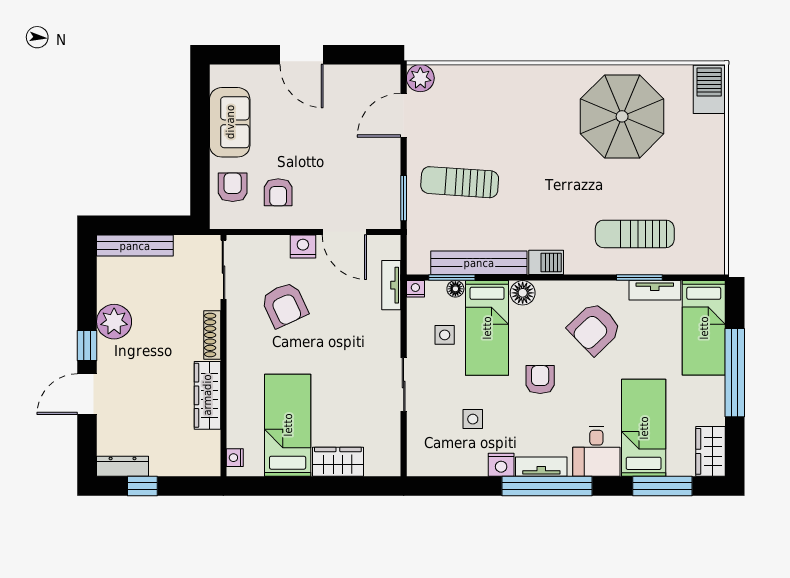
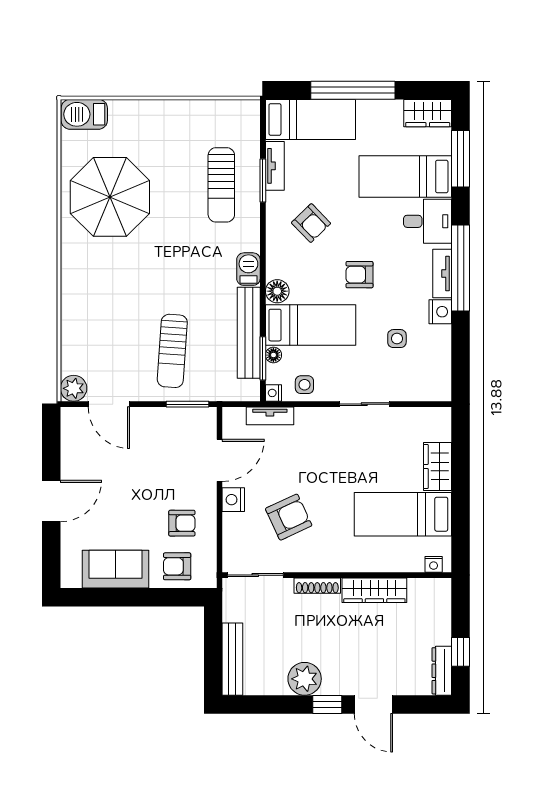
armchair: (595, 328) -> (311, 223), width x0.72, depth x0.72
side table: (445, 335) -> (304, 385), moved

